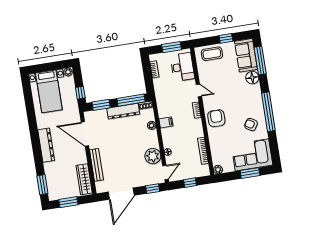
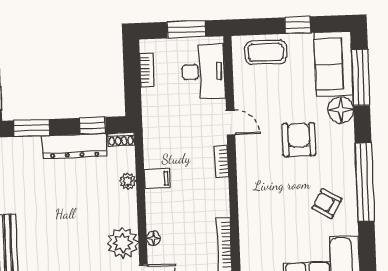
window: (131, 100) -> (93, 126), width x0.46
armchair: (216, 118) -> (299, 140), moved

